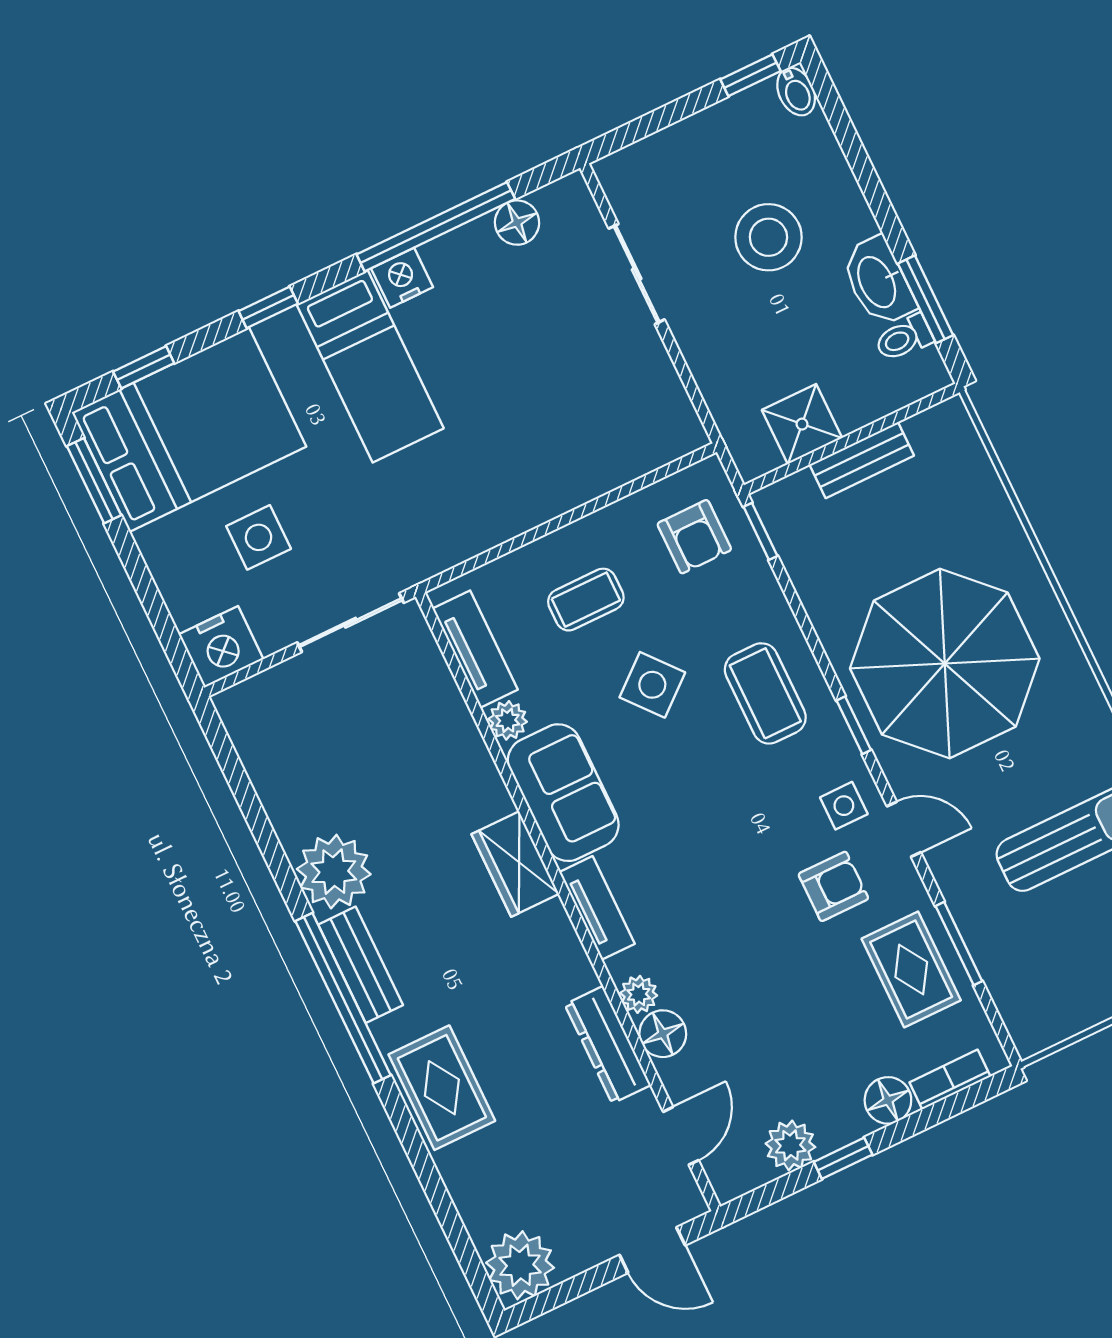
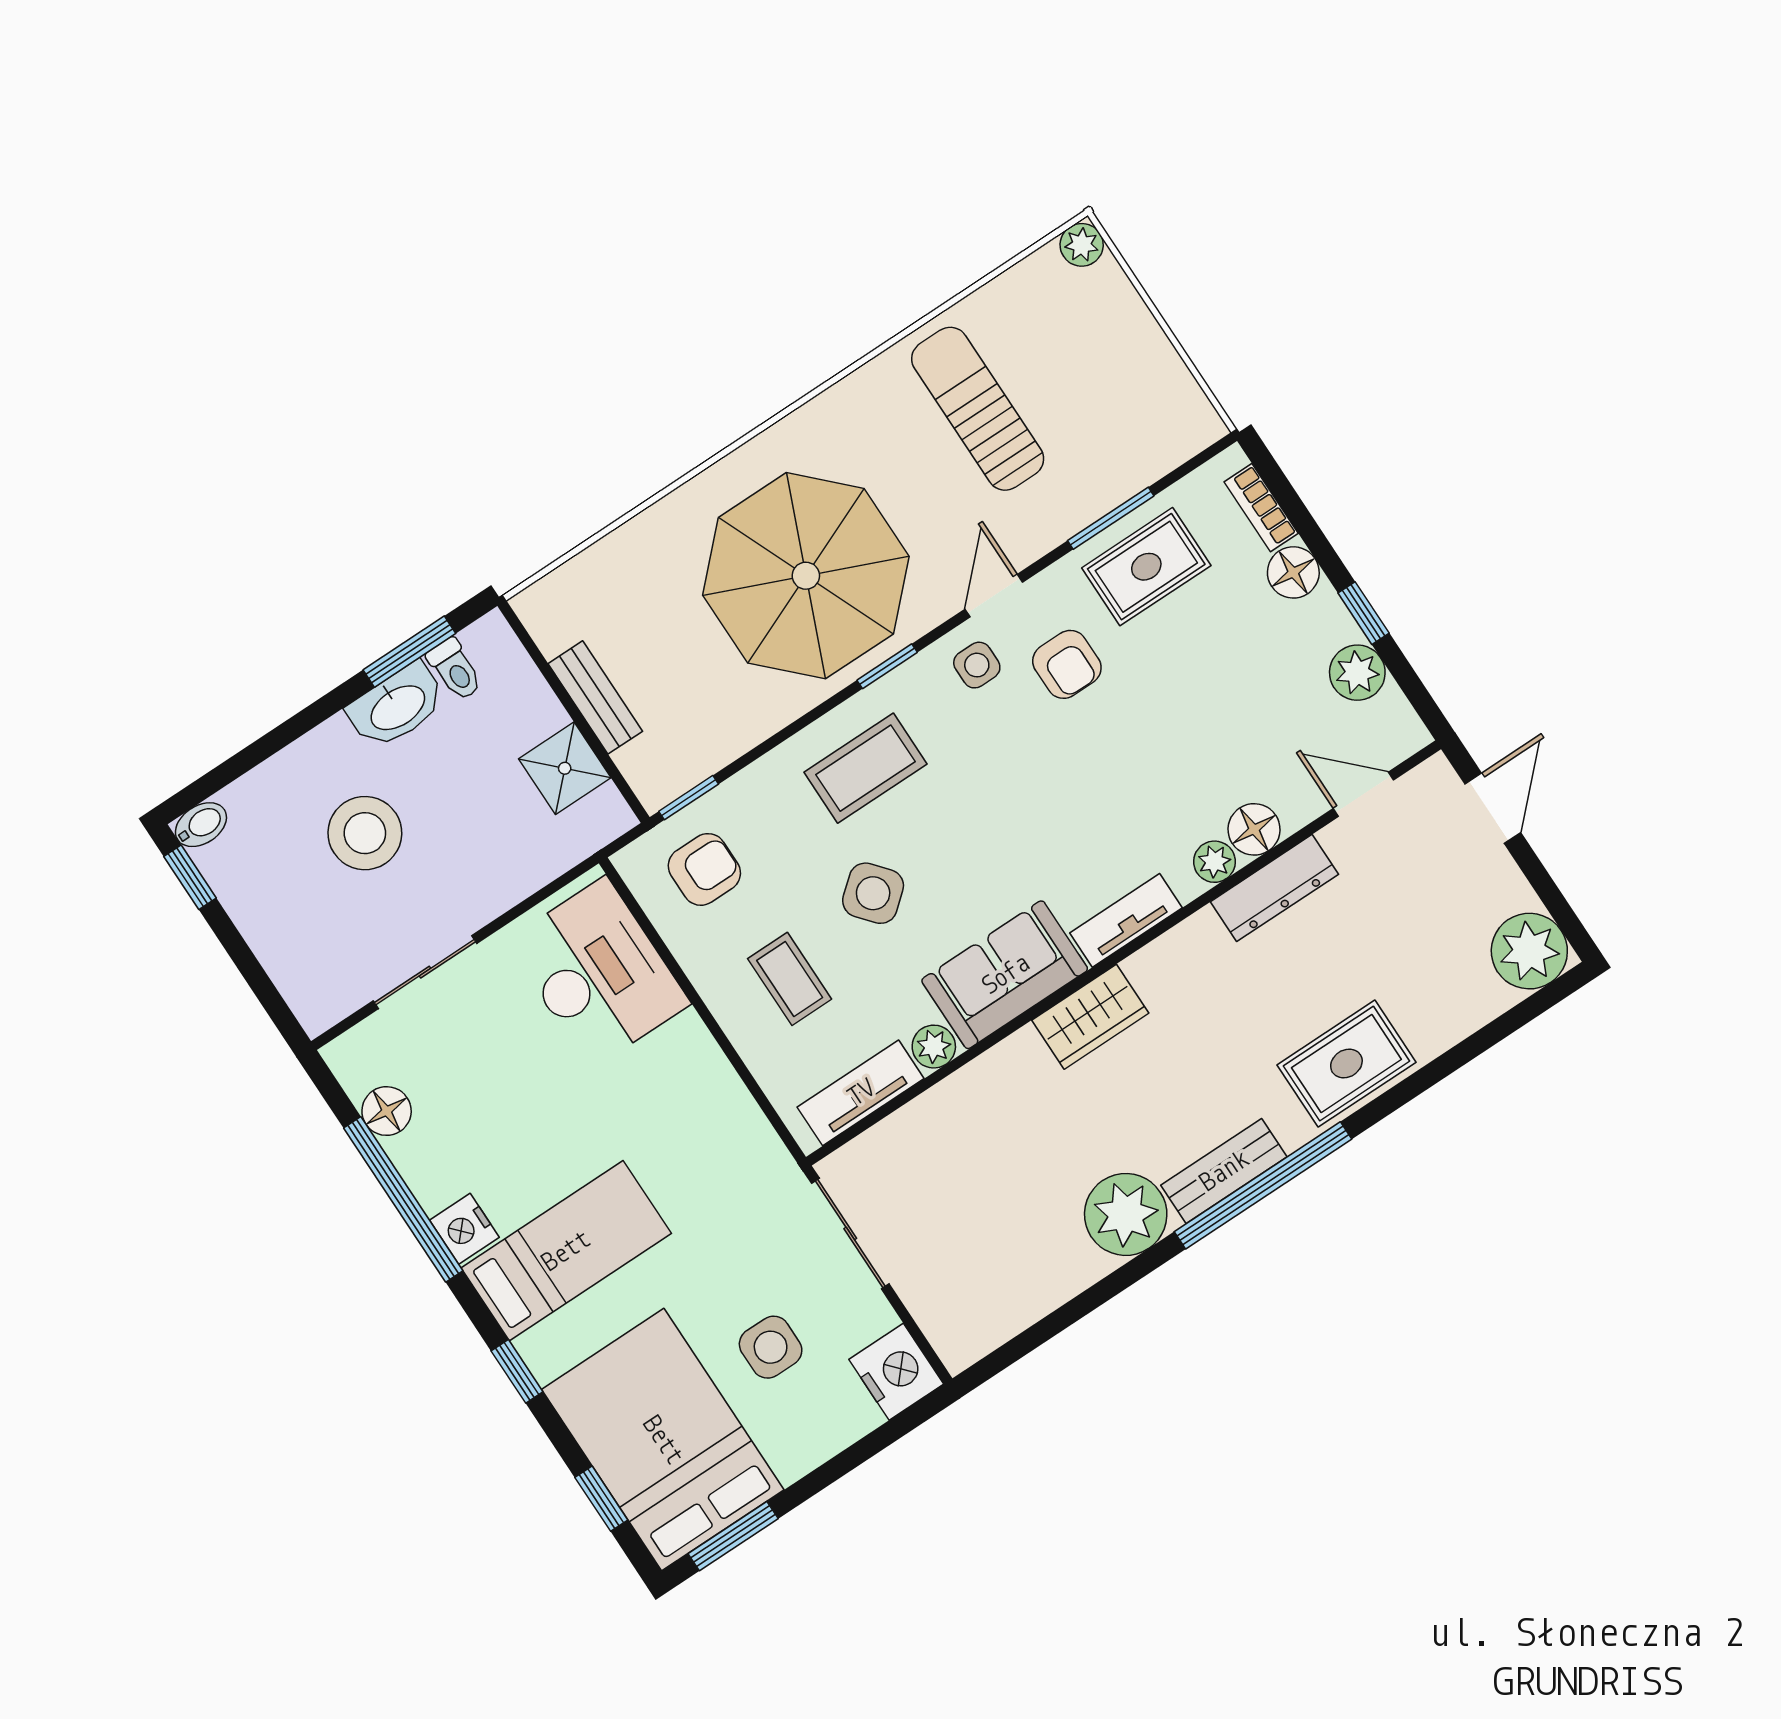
desk: (615, 429) -> (598, 973), added
armchair: (833, 886) -> (1067, 664), turned 180

